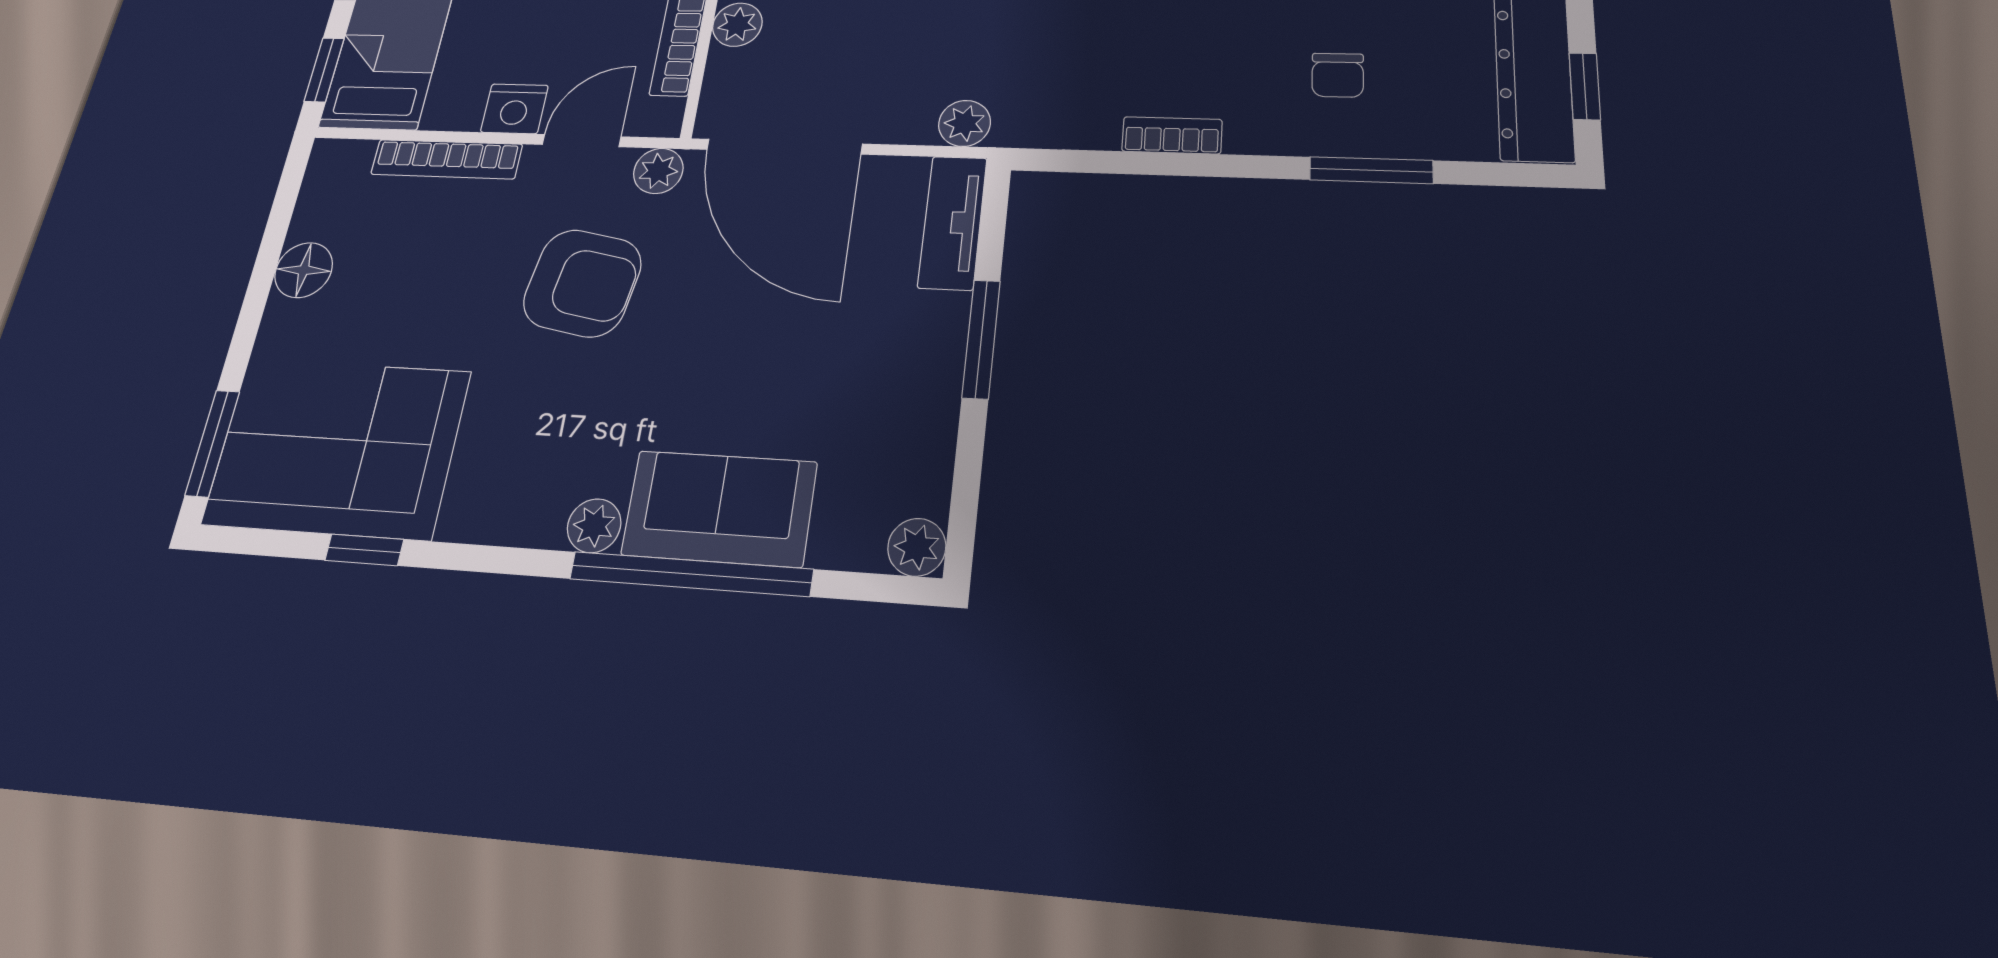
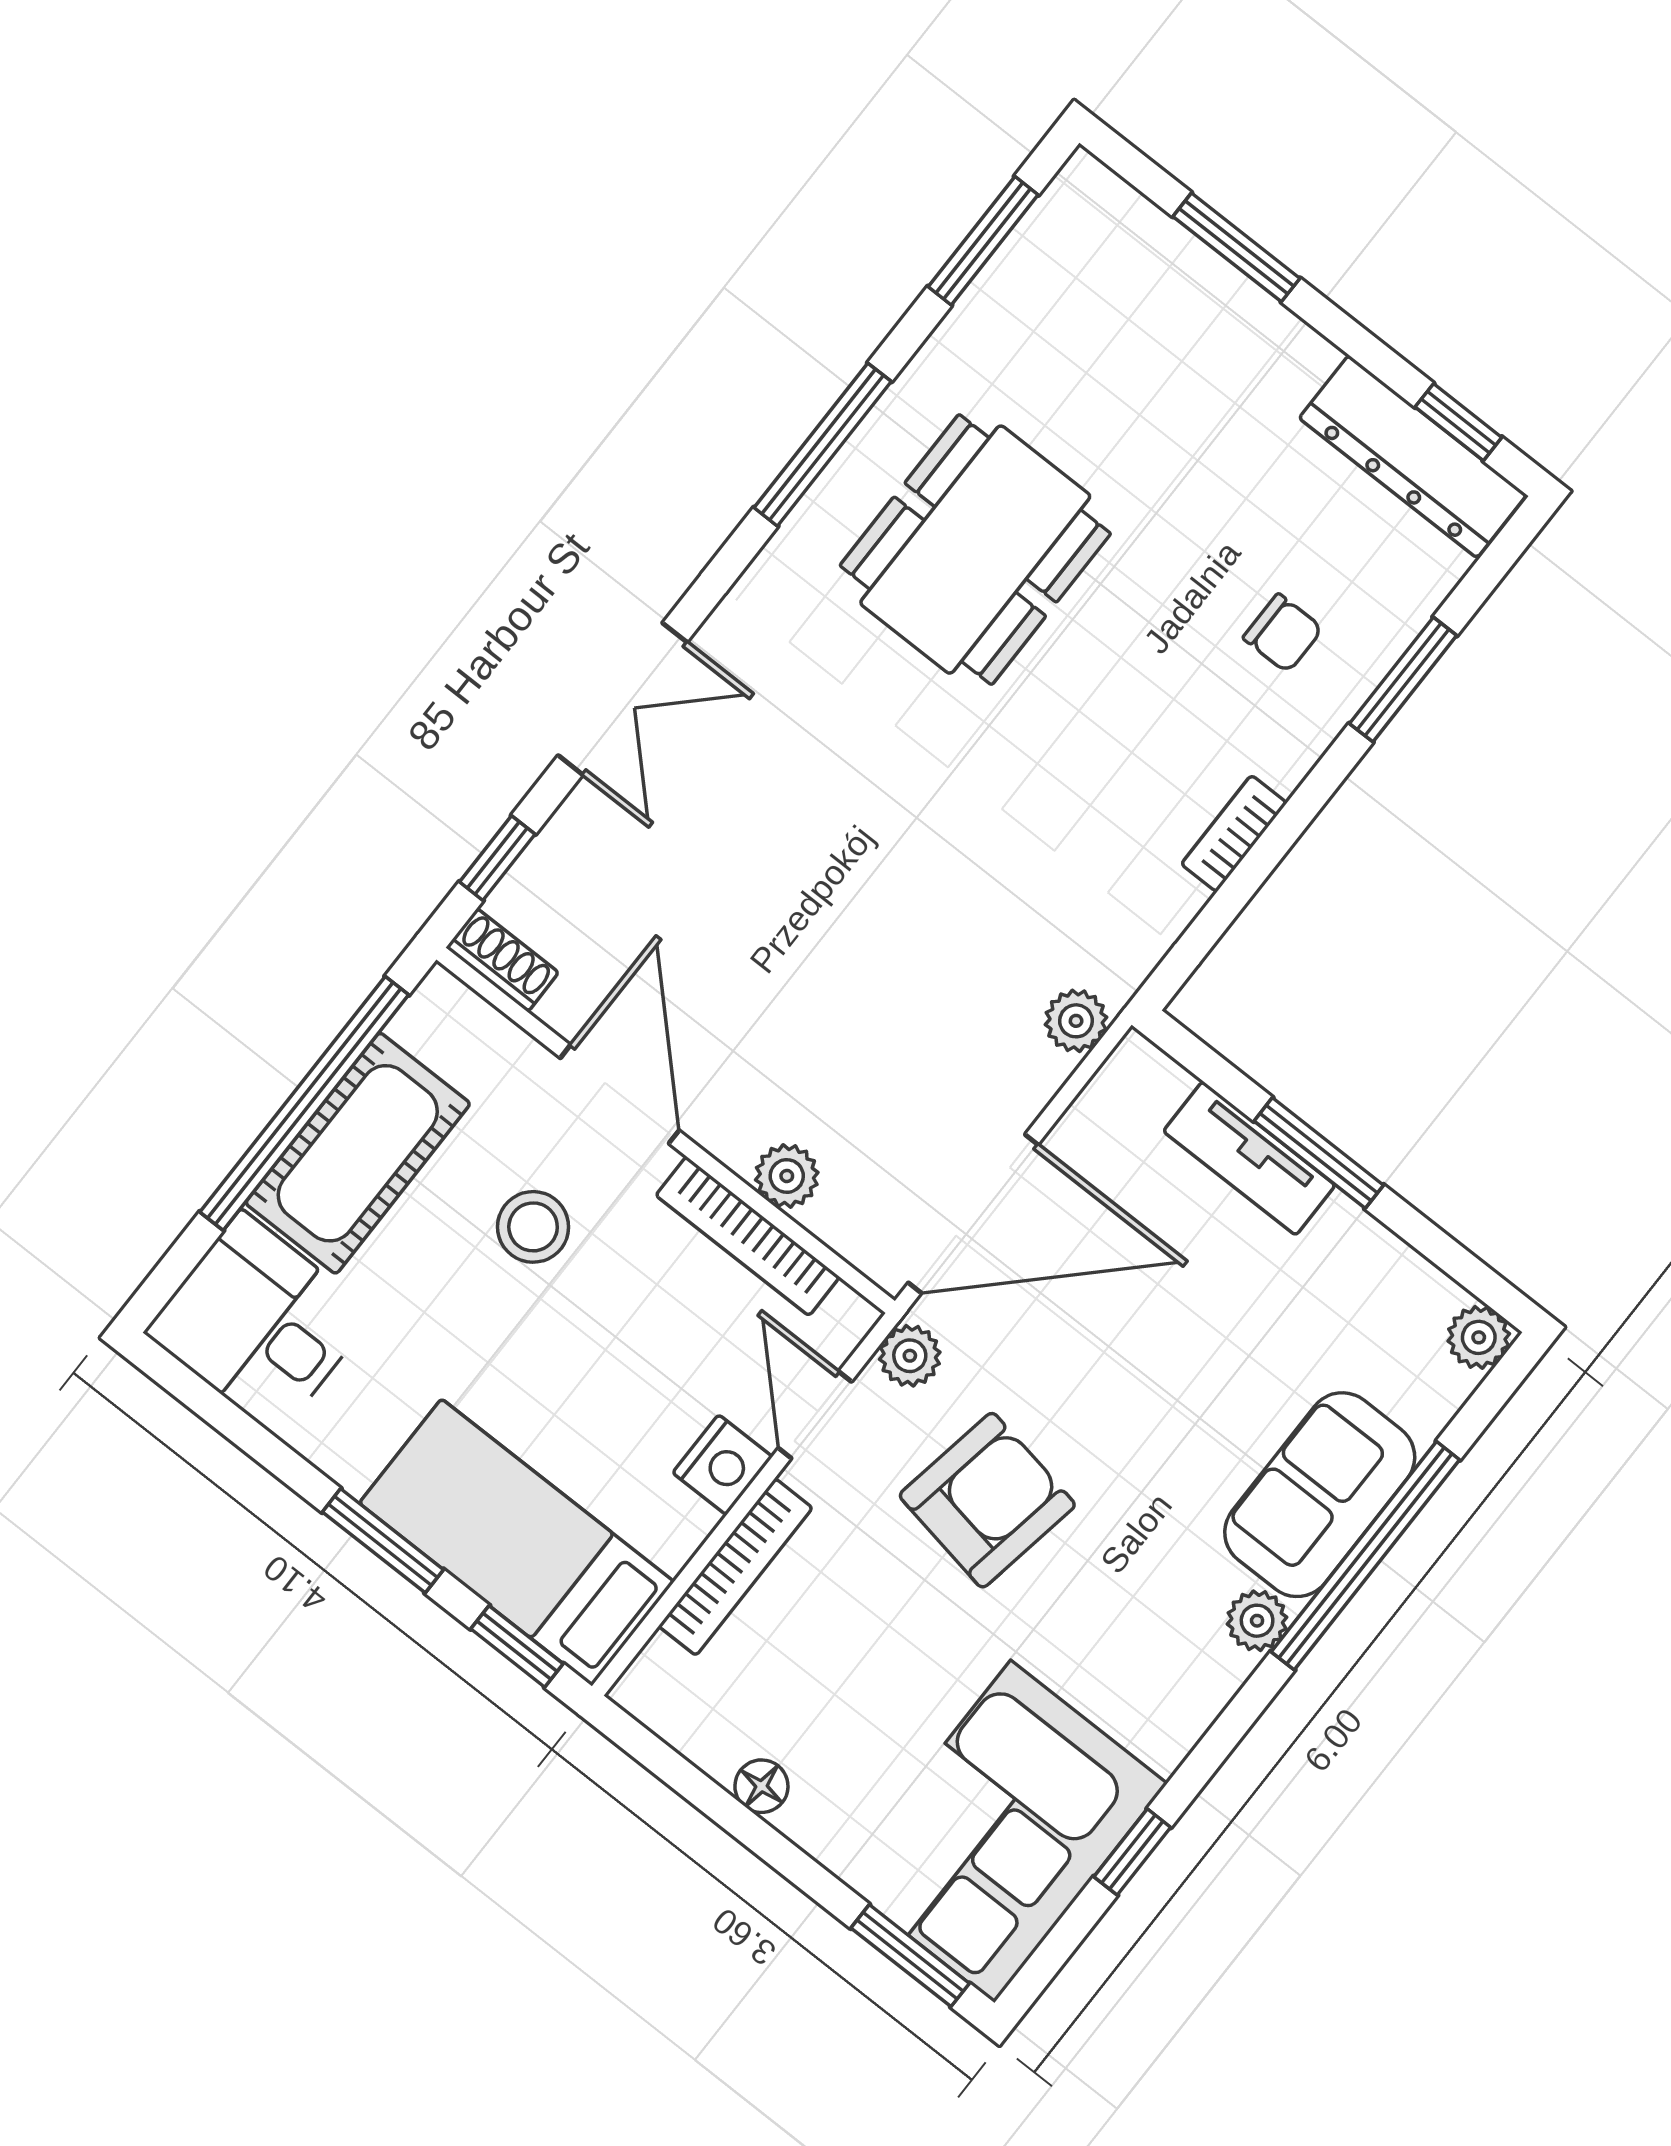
tv unit: (953, 222) -> (1249, 1158), moved
floor lamp: (304, 270) -> (761, 1786), width x0.73, depth x0.73

